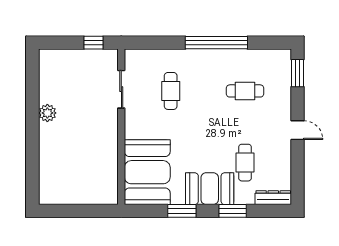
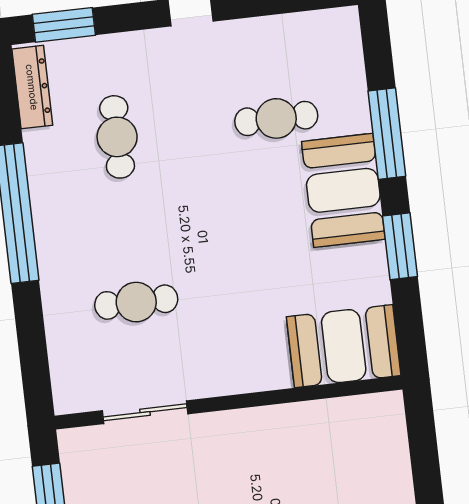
booth: (147, 172) -> (344, 346), width x0.73, depth x0.70
dresser: (273, 198) -> (32, 87), moved, turned 180
window: (233, 211) -> (387, 134), width x1.44

